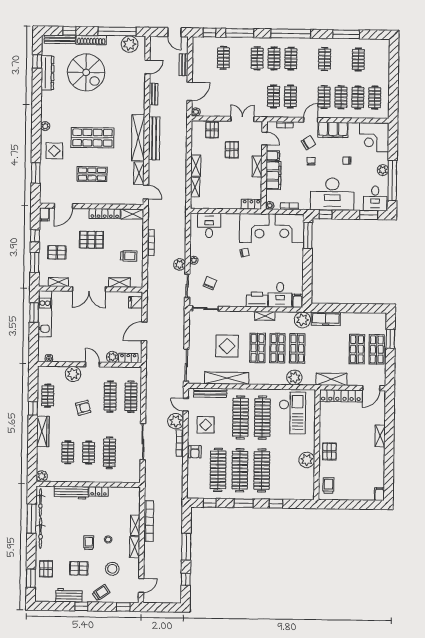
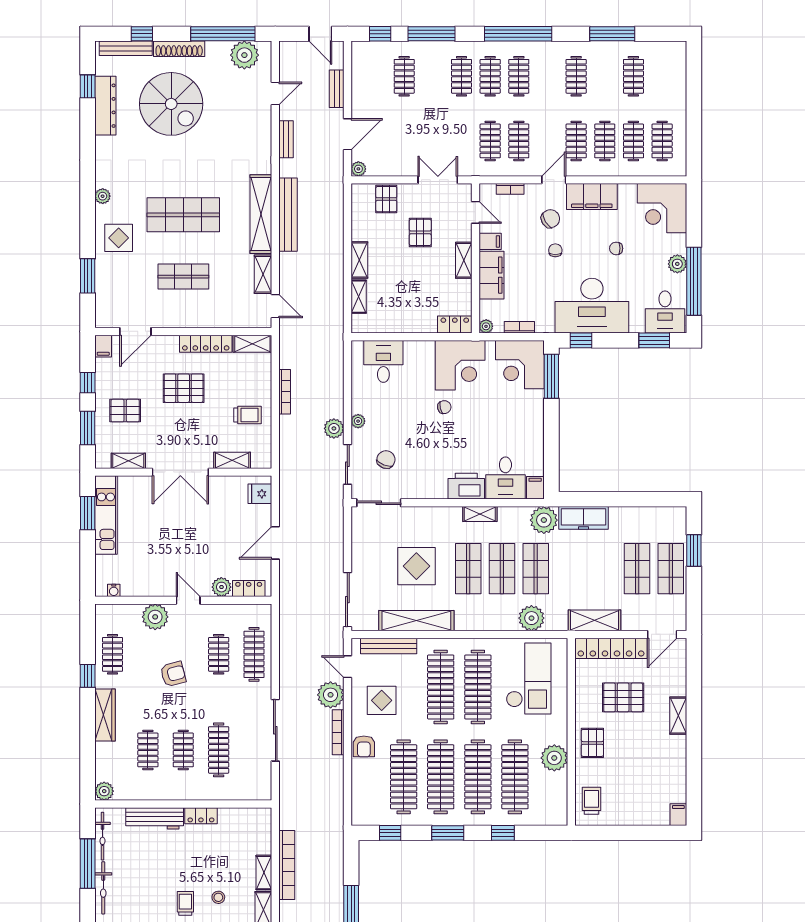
clothes rail: (110, 397) -> (219, 654), width x0.73
pallet: (348, 425) -> (623, 697), added
clothes rail: (284, 471) -> (515, 777), added

